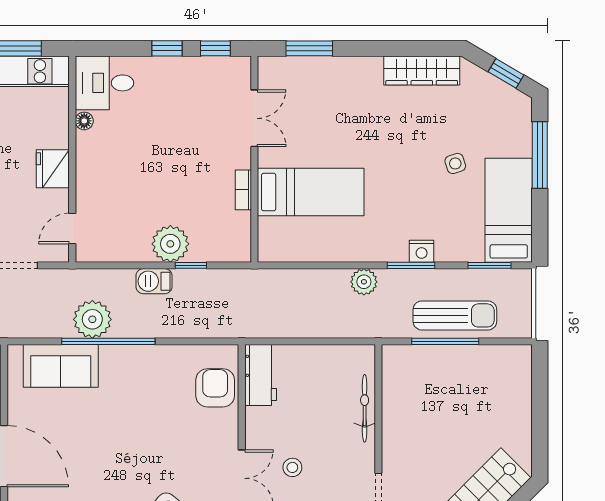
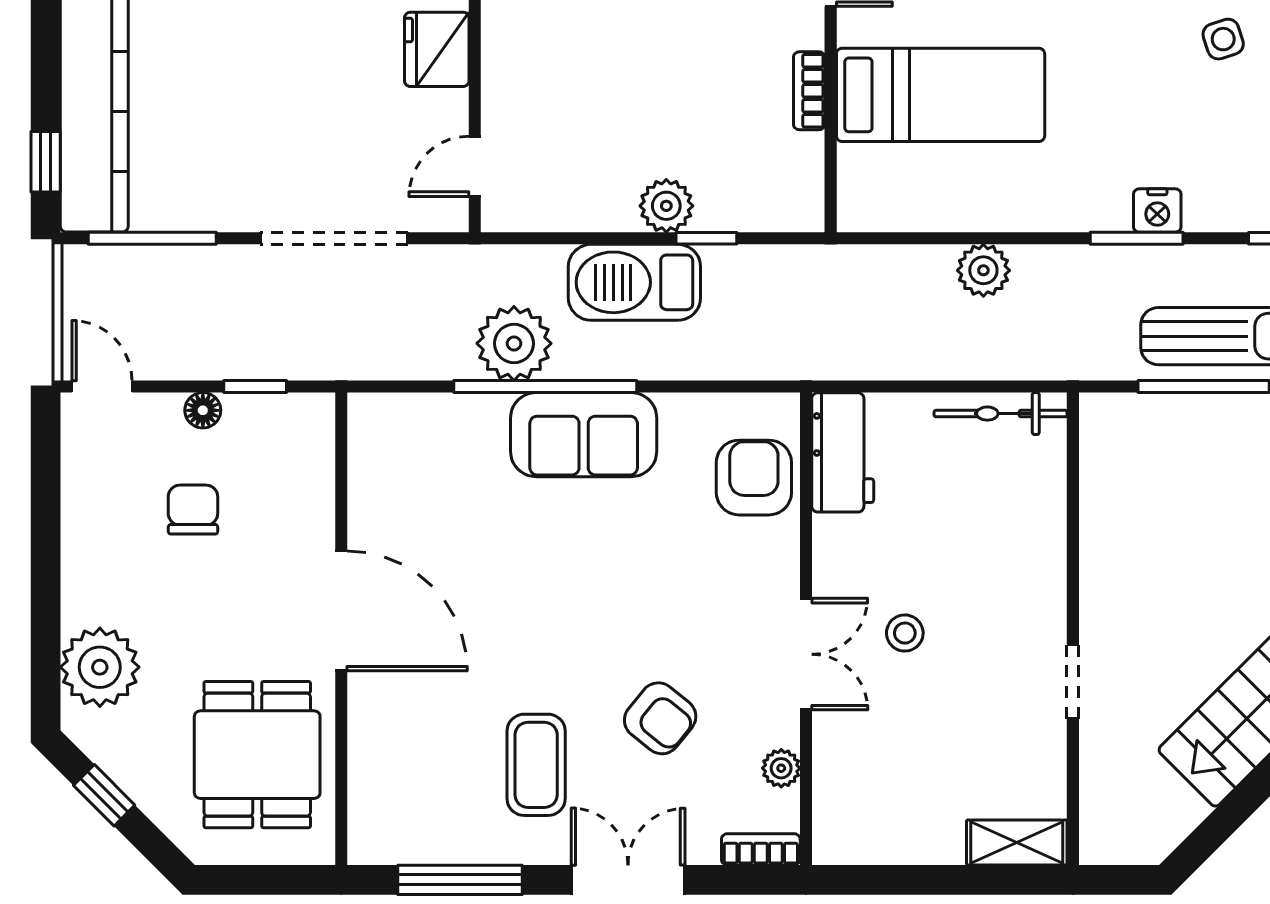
plant: (170, 244) -> (666, 206), width x0.73, depth x0.73
barbecue: (154, 281) -> (634, 282), width x1.88, depth x1.53
plant: (364, 282) -> (983, 270), moved
sofa: (61, 366) -> (584, 435), moved
bicycle: (365, 408) -> (1001, 414), moved, turned -90

